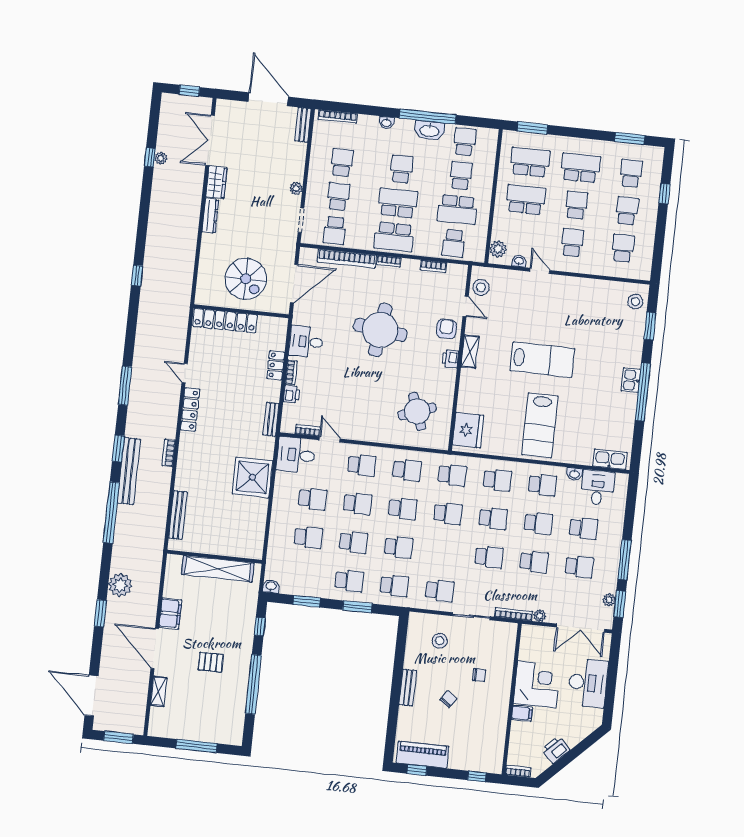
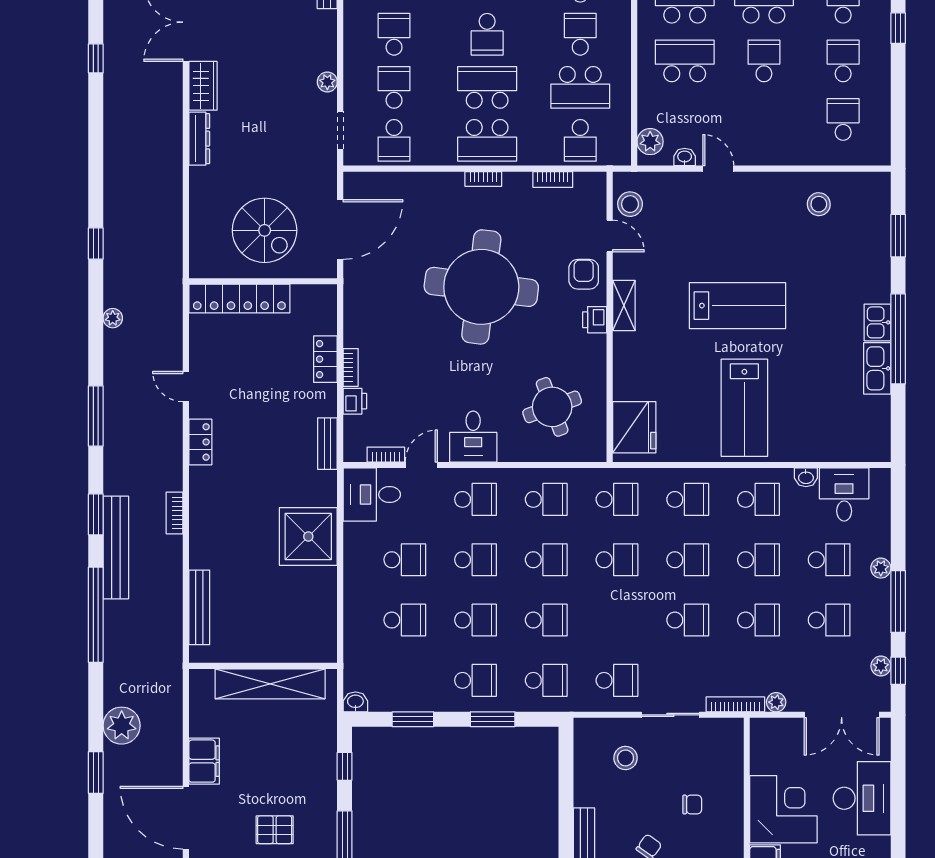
plant: (161, 158) -> (113, 318), moved
school desk: (401, 169) -> (487, 34), turned 180
school desk: (572, 243) -> (764, 119), removed
bookcase: (347, 258) -> (418, 182), removed
stool: (635, 302) -> (819, 204), moved
round table: (380, 330) -> (481, 287), width x1.36, depth x1.36
desk: (306, 342) -> (473, 437), moved, turned -90
locker: (190, 409) -> (200, 442), width x0.66
door: (330, 439) -> (421, 465), hinge flipped
kitchen sink: (610, 459) -> (877, 368), moved, turned -90
plant: (616, 537) -> (881, 568), added
window: (620, 604) -> (898, 671), width x0.67

